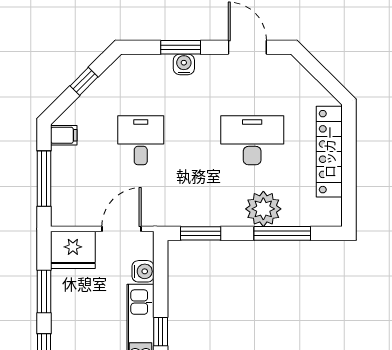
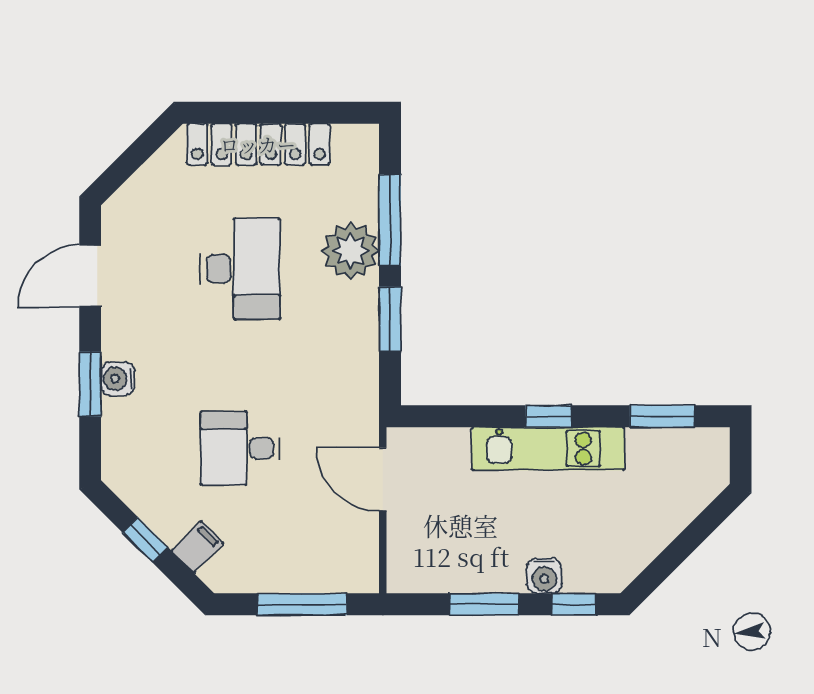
filing cabinet: (64, 135) -> (197, 547), moved, turned 45
desk: (252, 140) -> (240, 269), turned 180
window: (201, 233) -> (390, 319), moved
fridge: (73, 250) -> (417, 558), removed
water cooler: (143, 271) -> (544, 576), moved, turned 180

